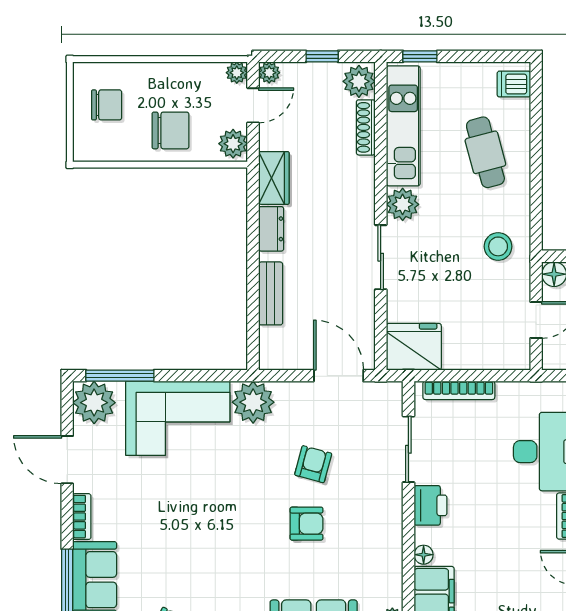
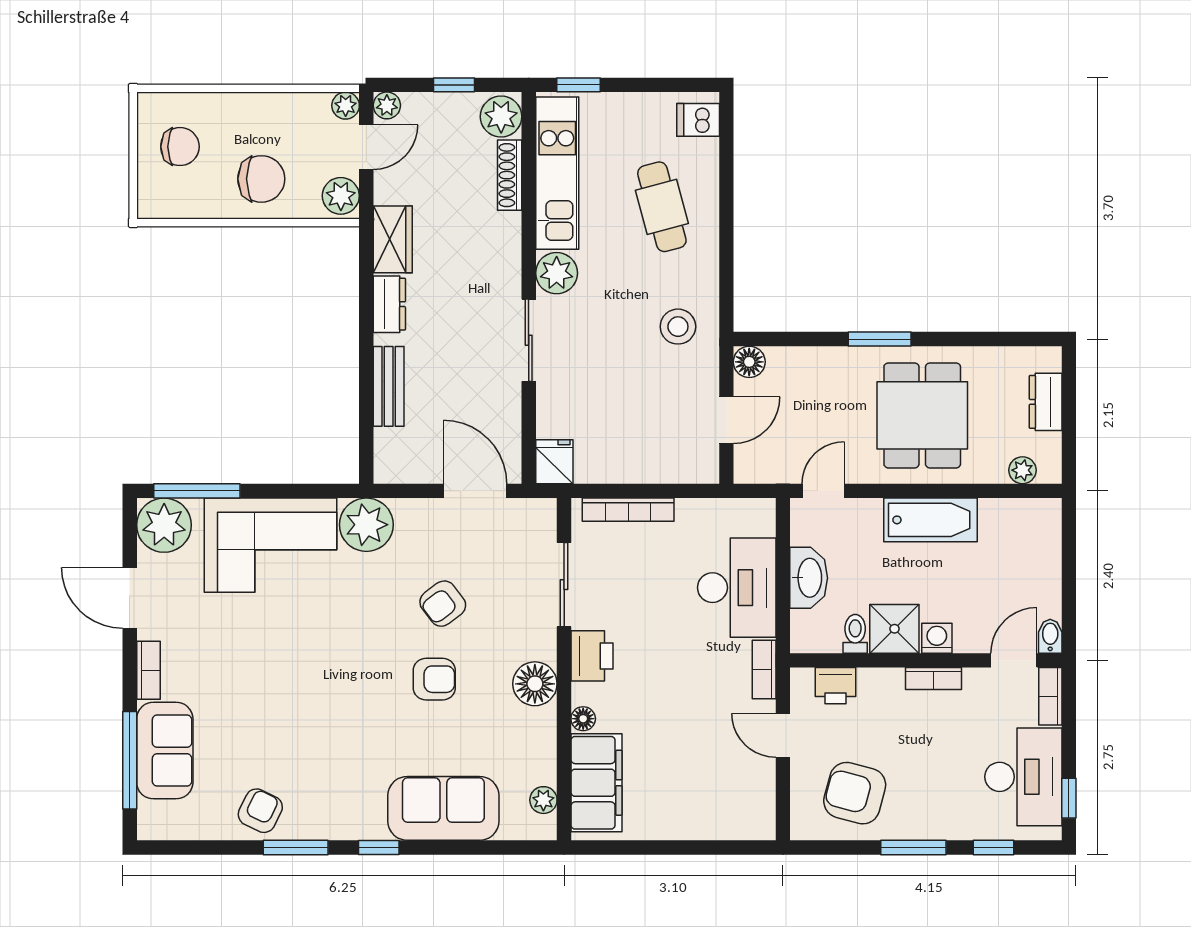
fridge: (414, 347) -> (554, 462), width x0.53, depth x0.75
armchair: (313, 464) -> (443, 604), turned -142
floor lamp: (386, 527) -> (535, 684), added

